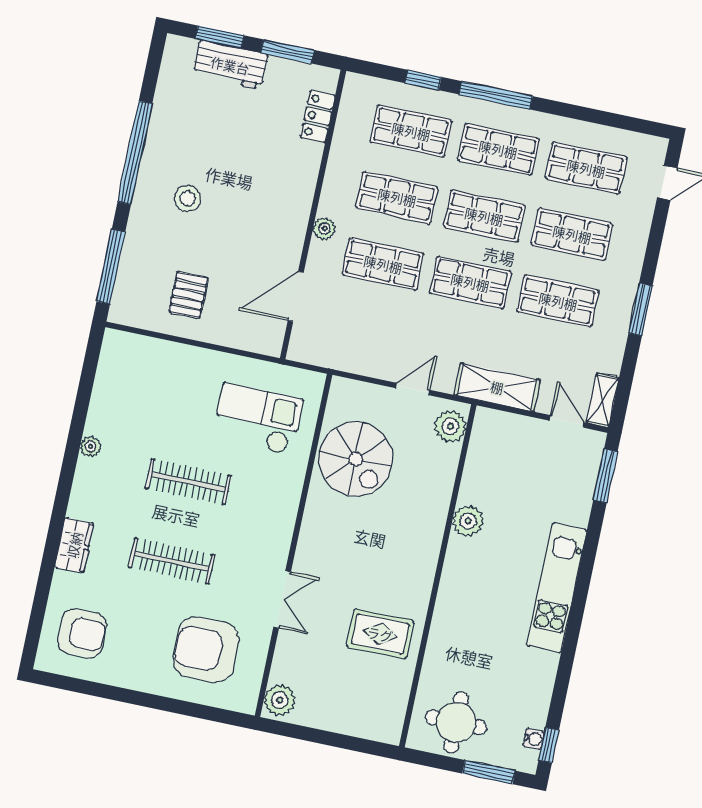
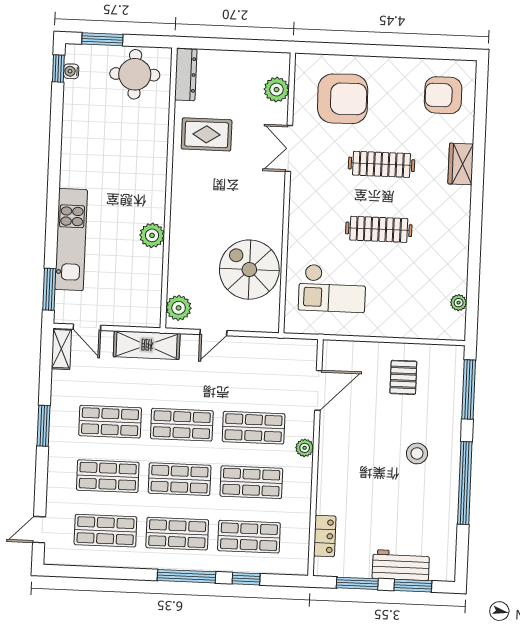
plant: (90, 446) -> (459, 303), moved
kitchen unit: (557, 588) -> (71, 240), moved
plant: (280, 700) -> (277, 90), moved
dresser: (394, 711) -> (186, 75), added

